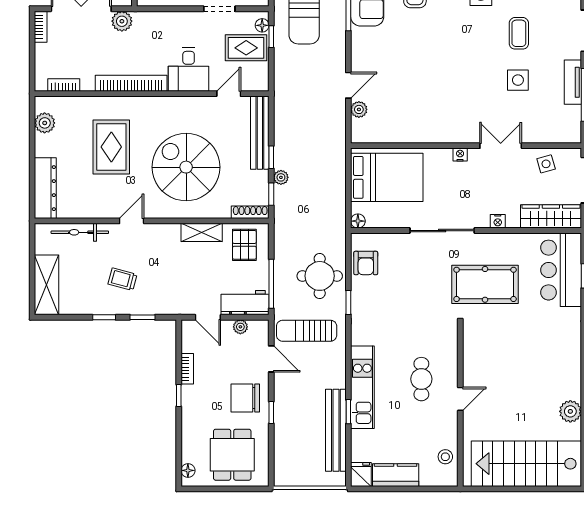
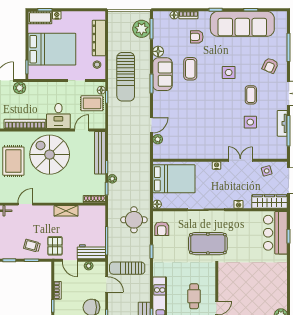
spiral stairs: (186, 167) -> (50, 155), moved
pallet: (244, 245) -> (55, 246), moved
round table: (320, 276) -> (134, 220), moved
trolley: (123, 279) -> (32, 246), moved
pool table: (485, 284) -> (208, 244), moved

